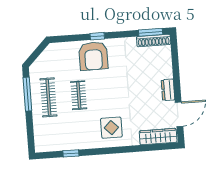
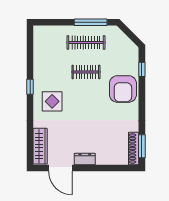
window: (97, 36) -> (142, 69), moved
armchair: (93, 56) -> (123, 89), turned -90
window: (71, 153) -> (30, 87), moved

